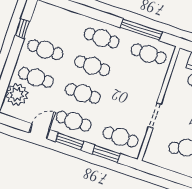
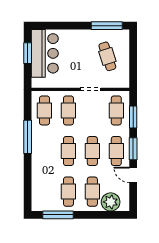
window: (23, 29) -> (58, 215), width x2.17
window: (141, 30) -> (28, 137), moved
cafe table: (102, 38) -> (68, 110), moved

